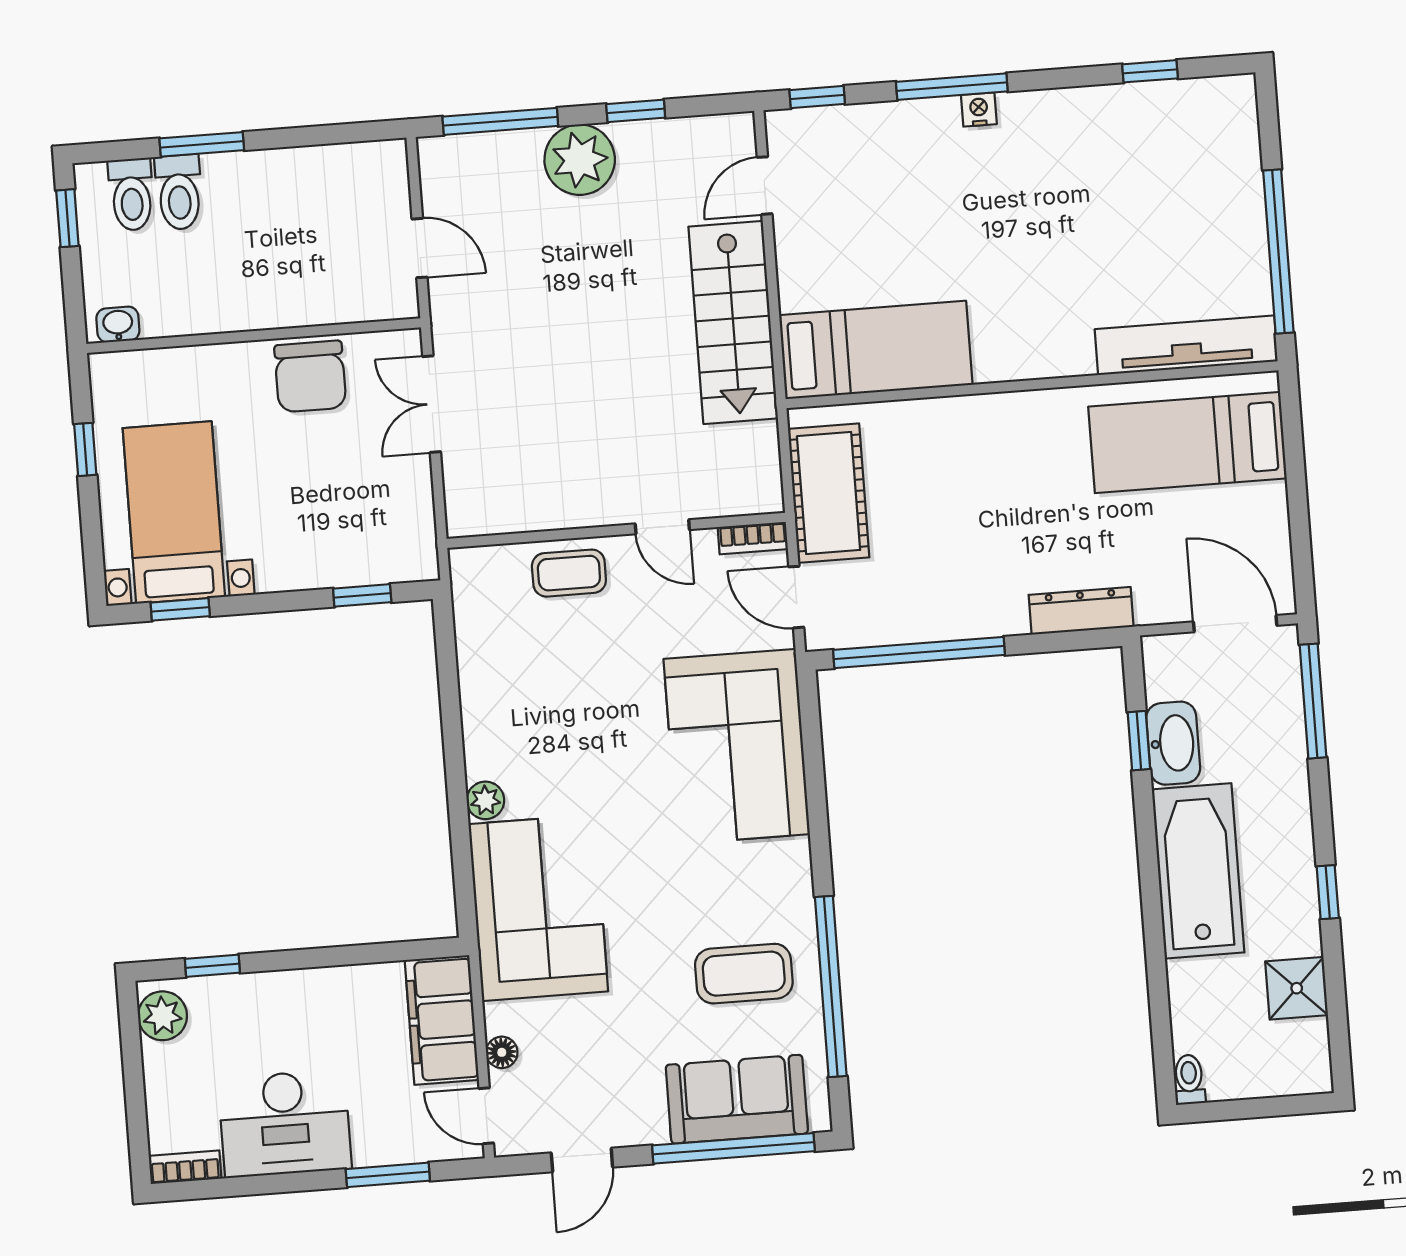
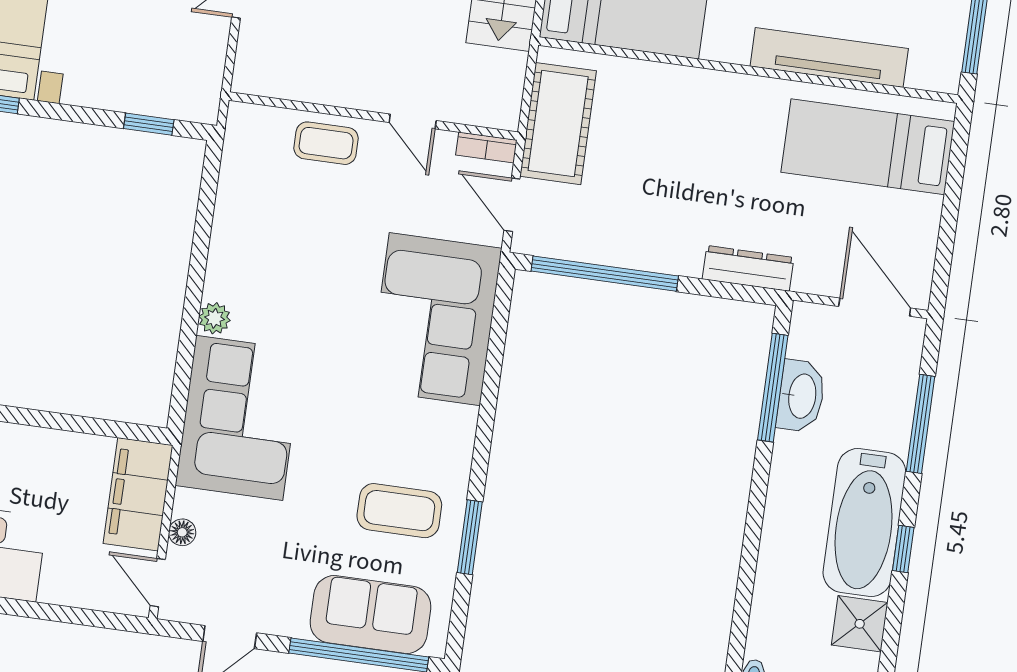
tv unit: (1186, 345) -> (829, 57), moved
window: (1313, 701) -> (921, 424), moved
window: (1139, 741) -> (773, 388), width x2.17
bathtub: (1198, 871) -> (864, 523), moved, turned 180
window: (831, 986) -> (470, 537), width x0.47
window: (388, 1175) -> (64, 614), removed

